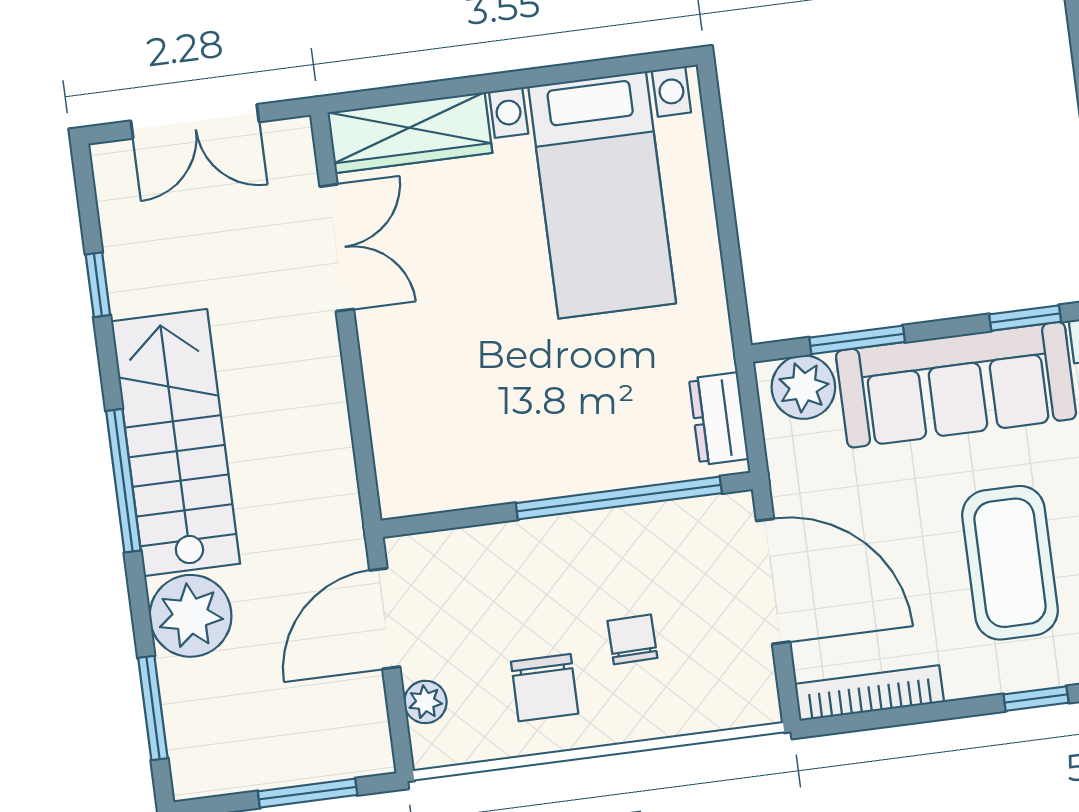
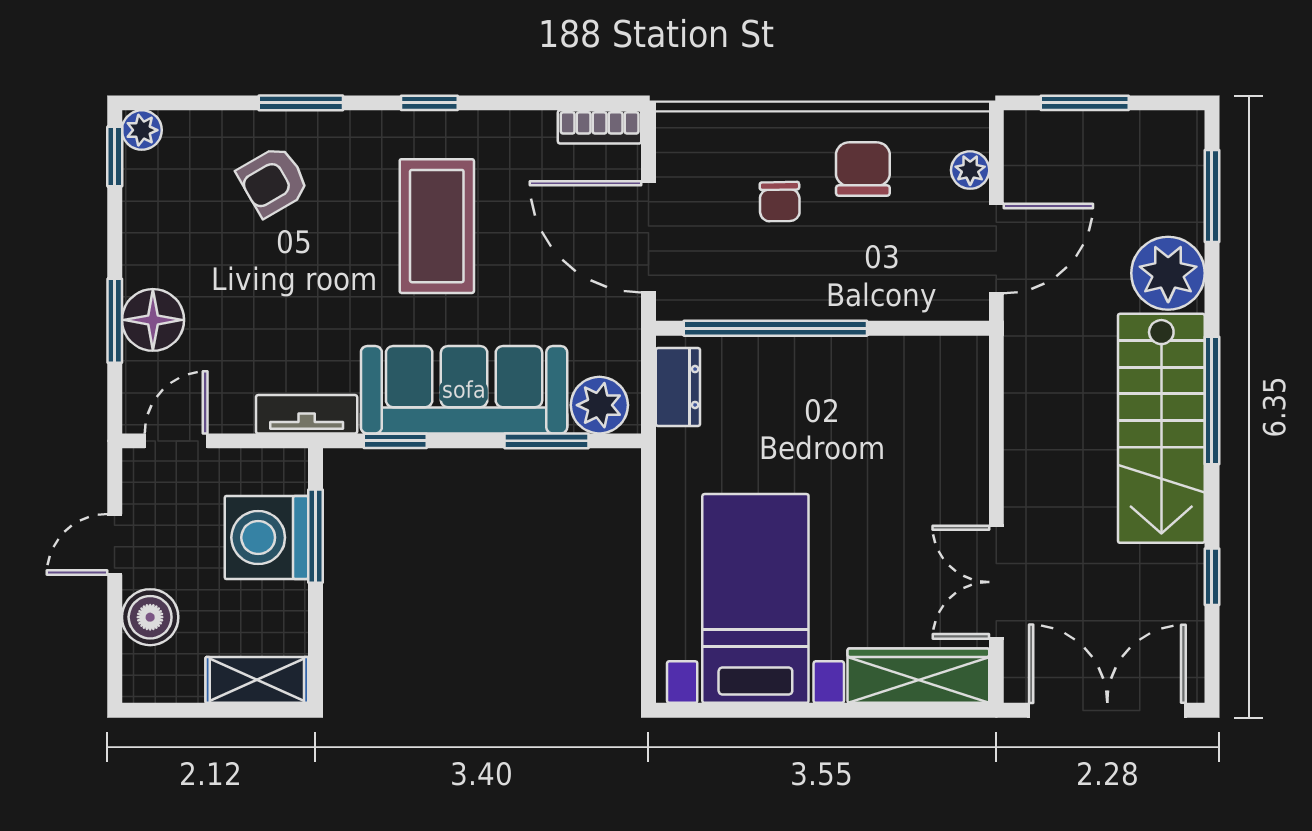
double door: (195, 121) -> (1107, 710), width x1.37
bookcase: (869, 693) -> (600, 127), width x0.64

